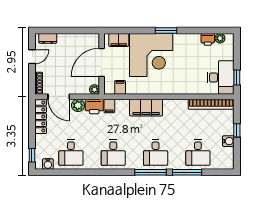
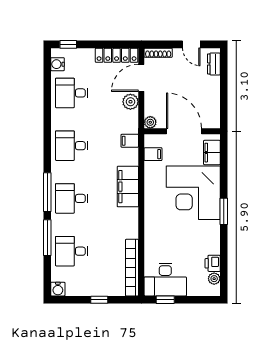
printer: (94, 106) -> (129, 122), removed
water cooler: (228, 141) -> (58, 289), moved

